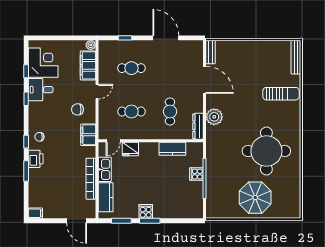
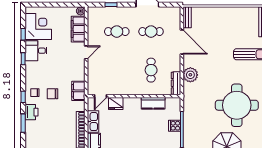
chair: (77, 109) -> (52, 94), moved
cafe table: (131, 111) -> (151, 32), moved

